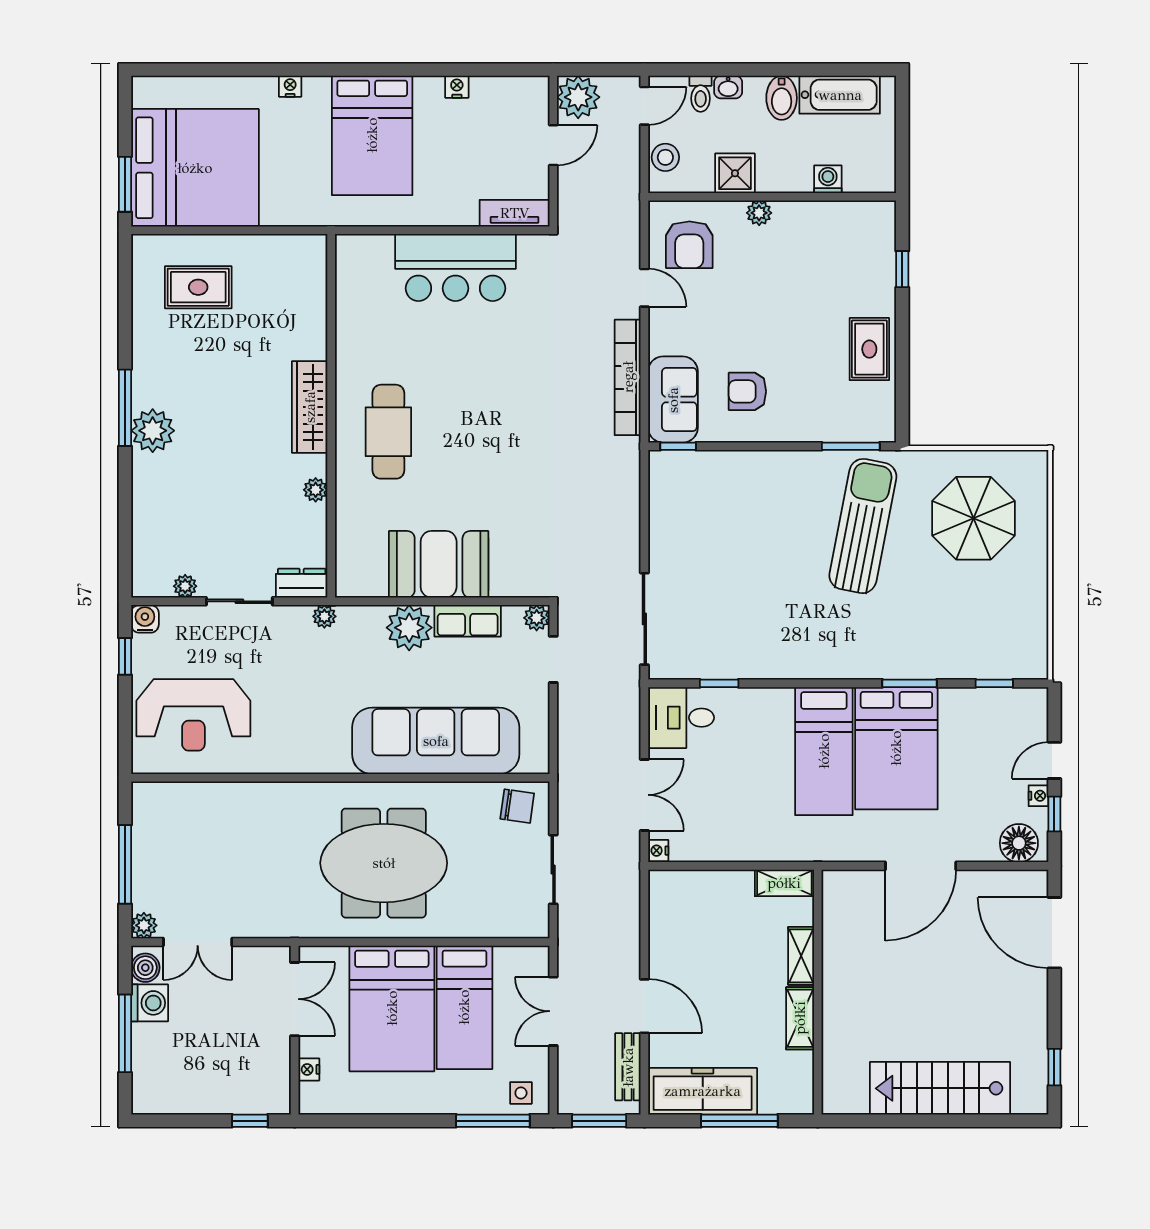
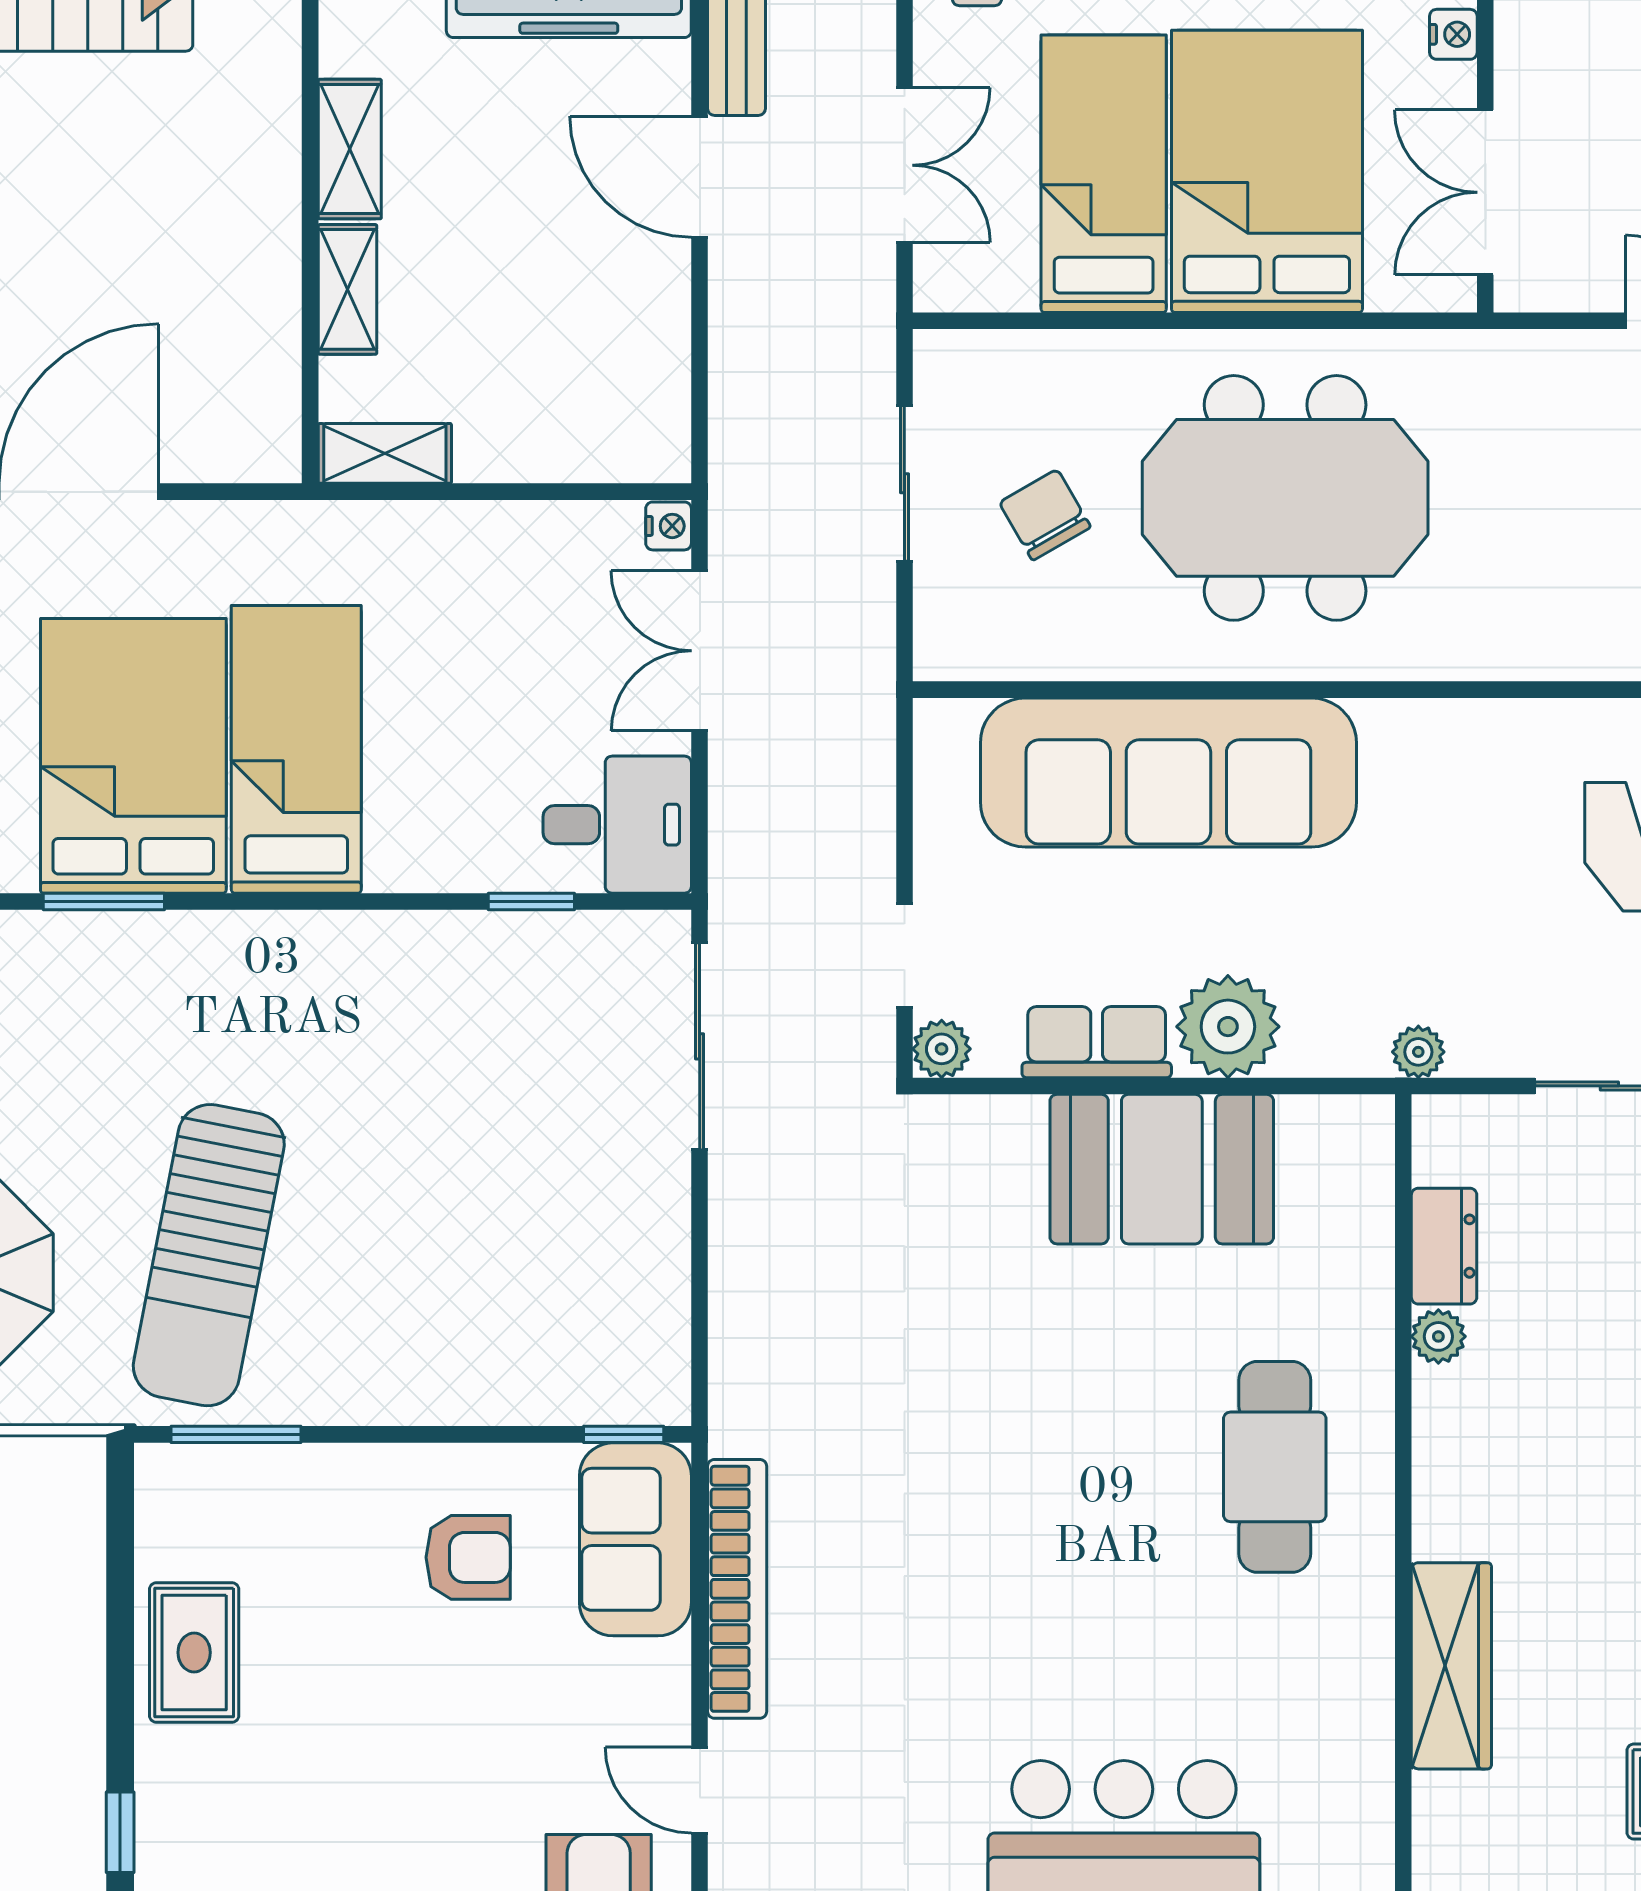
wardrobe: (310, 407) -> (1451, 1666), moved
dresser: (302, 583) -> (1444, 1246), moved, turned -90
chair: (517, 806) -> (1045, 515), moved, turned 52

